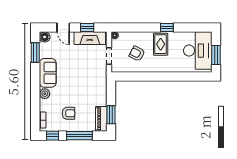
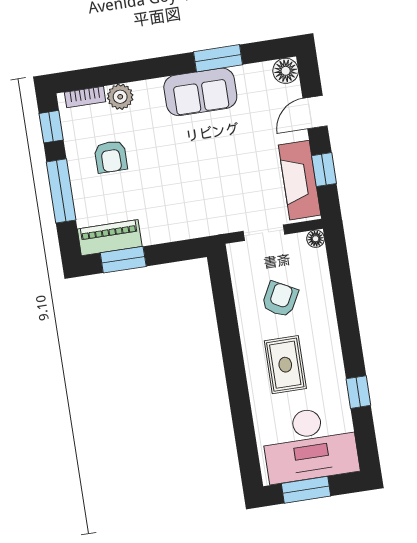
window: (167, 28) -> (358, 392), moved
rug: (161, 44) -> (285, 365), moved, turned 90
window: (35, 53) -> (218, 58), moved
plant: (45, 94) -> (120, 97), moved

